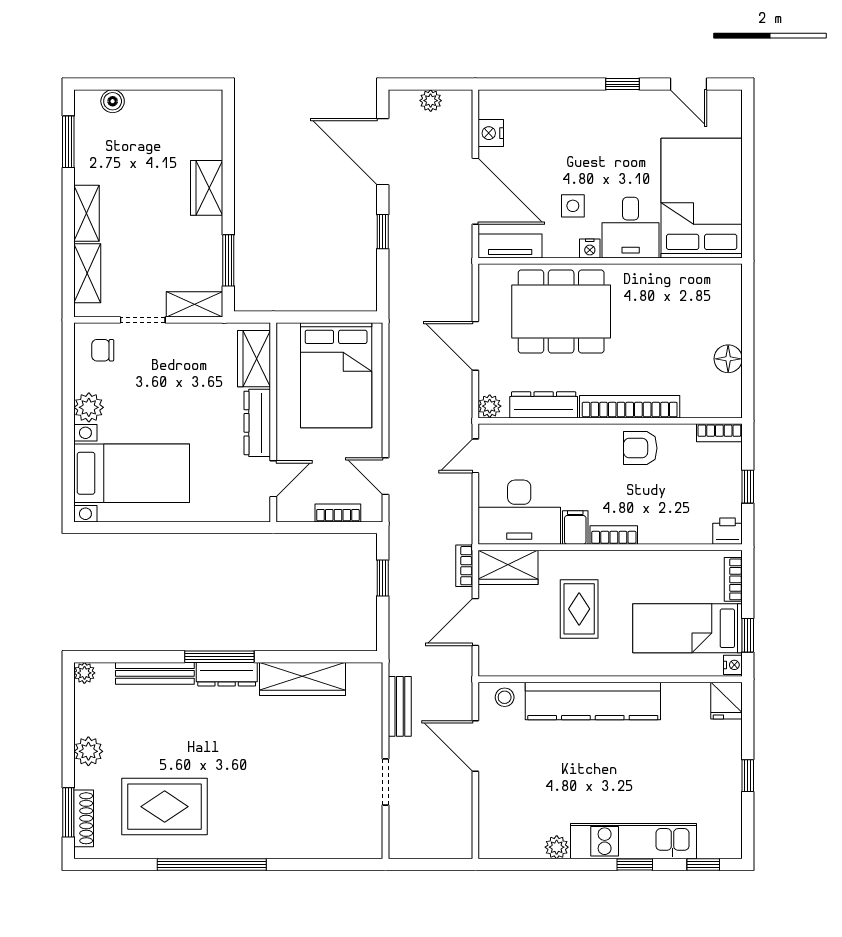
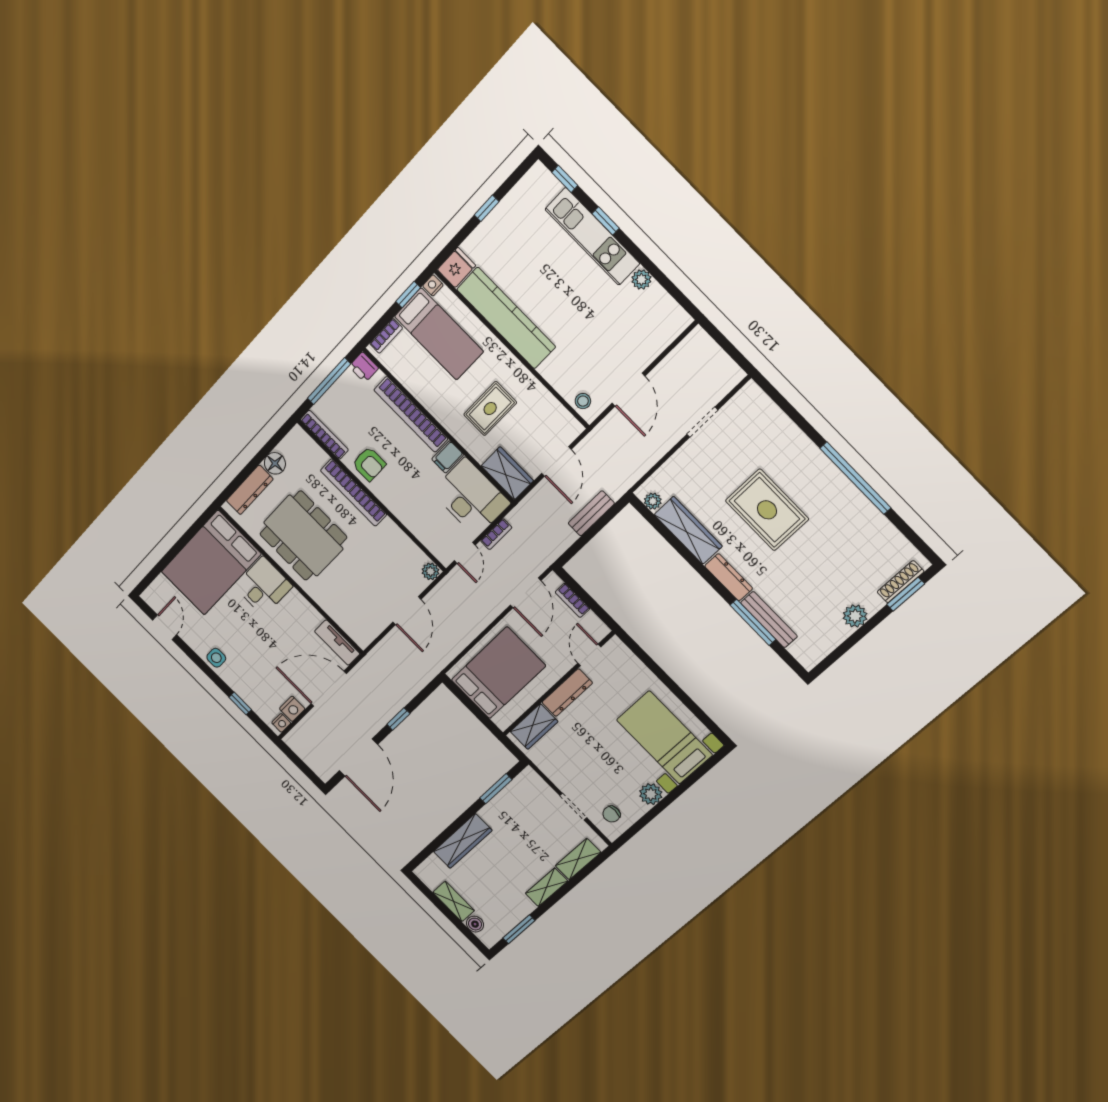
window: (623, 84) -> (240, 703), moved
plant: (431, 101) -> (308, 756), removed
wardrobe: (207, 188) -> (463, 841), width x1.50
door: (475, 191) -> (329, 689), hinge flipped
side table: (573, 206) -> (216, 658), moved
nightstand: (590, 248) -> (281, 723), moved, turned 90
shelving: (194, 304) -> (454, 901), moved
dining table: (561, 312) -> (303, 536), moved
chair: (103, 350) -> (611, 814), turned 90
dresser: (544, 405) -> (250, 490), moved, turned -90
bookcase: (719, 433) -> (324, 435), width x1.56
door: (475, 456) -> (465, 553), hinge flipped
door: (386, 476) -> (526, 593), width x1.38
door: (273, 479) -> (589, 655), hinge flipped
window: (748, 487) -> (329, 381), width x2.17
bookcase: (614, 535) -> (411, 414), width x2.31, depth x1.31
bookcase: (464, 566) -> (496, 534), moved
window: (383, 578) -> (584, 540), removed
door: (475, 622) -> (556, 461), hinge flipped
window: (219, 657) -> (753, 622), moved
plant: (84, 673) -> (653, 501), moved
kitchen counter: (593, 701) -> (506, 318), moved
bench: (400, 706) -> (591, 513), moved
rug: (165, 807) -> (767, 510), moved

